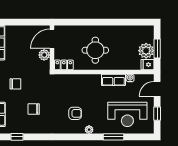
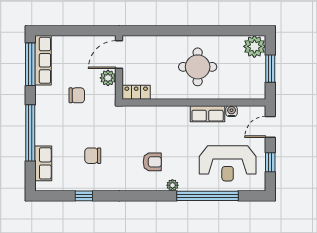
round table: (95, 50) -> (198, 67), moved
plant: (146, 51) -> (254, 46), moved
fridge: (147, 65) -> (256, 92), removed
chair: (15, 84) -> (77, 95), moved
window: (17, 137) -> (84, 196), moved
window: (113, 137) -> (208, 196), width x2.11

